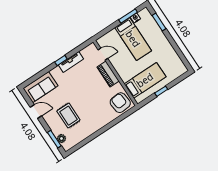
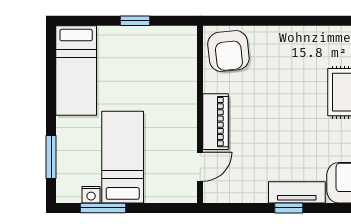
door: (103, 54) -> (200, 167), swing flipped
tv unit: (71, 62) -> (297, 192), moved
bed: (145, 80) -> (76, 71), moved, turned -90

